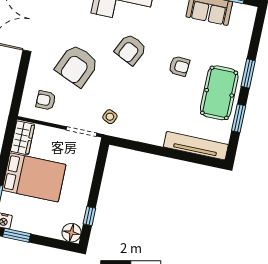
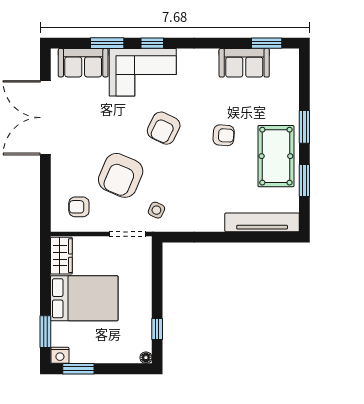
armchair: (77, 66) -> (121, 175), moved
floor lamp: (72, 233) -> (146, 358), width x0.53, depth x0.53

